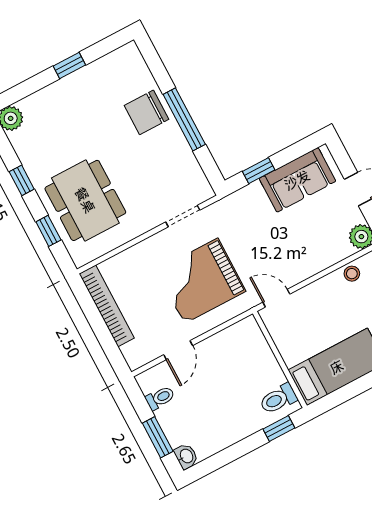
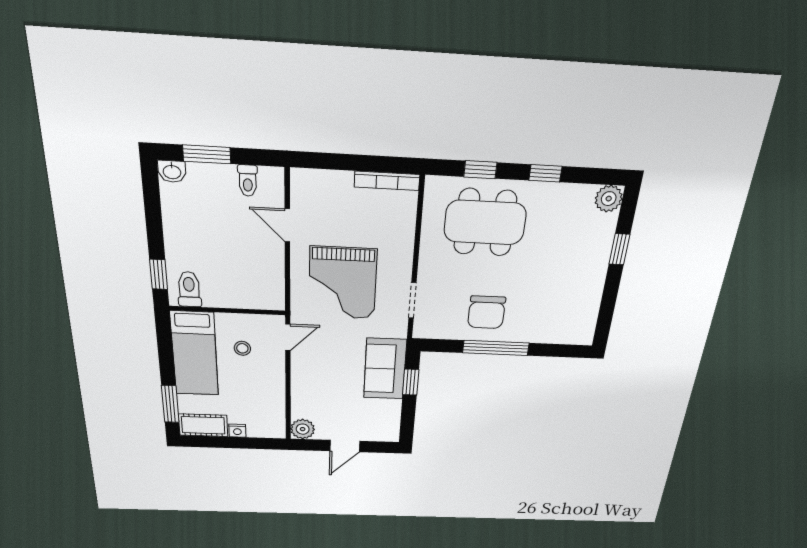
window: (69, 65) -> (619, 249), moved
chair: (146, 112) -> (487, 312), moved, turned 180
sofa: (297, 180) -> (385, 369), moved
stool: (352, 274) -> (242, 348), moved
grand piano: (201, 281) -> (343, 283), turned 180
bookcase: (107, 306) -> (387, 181), width x0.68, depth x0.76

